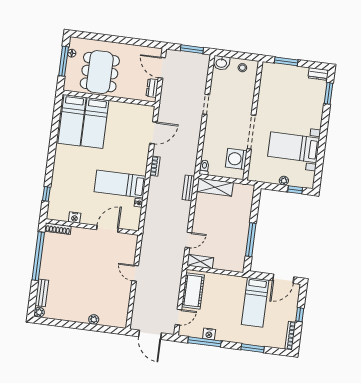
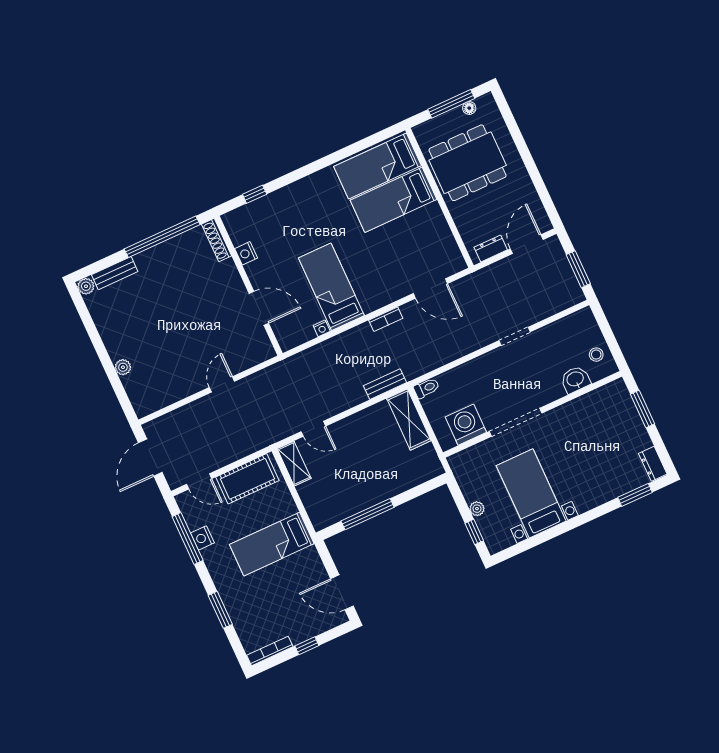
washbasin: (221, 63) -> (575, 379), moved, turned 90
bed: (255, 302) -> (272, 544), moved

